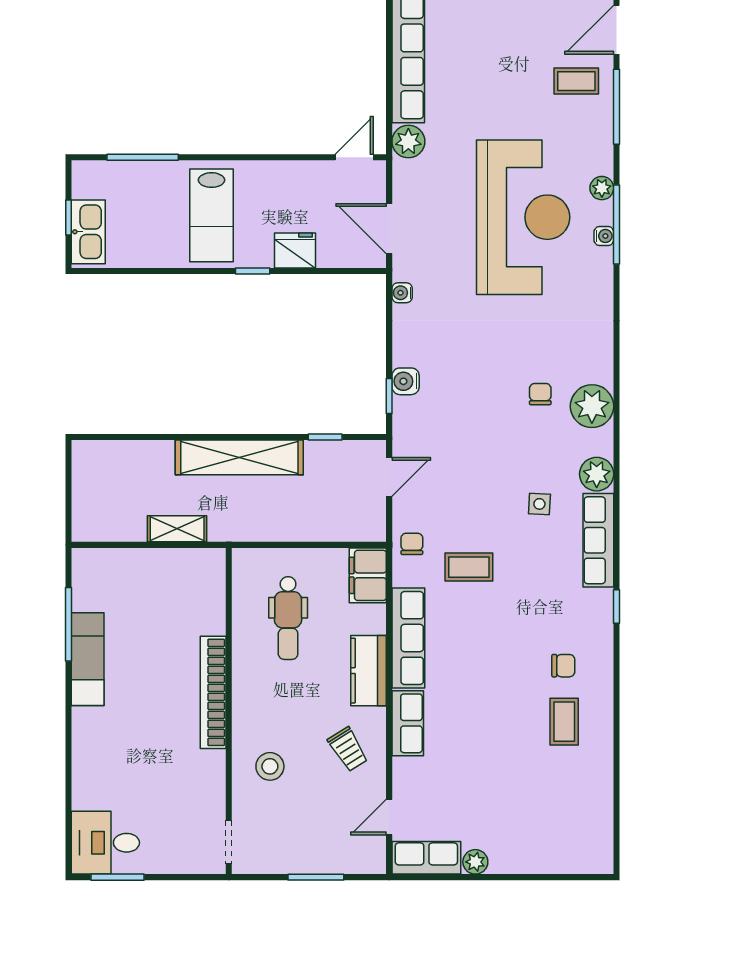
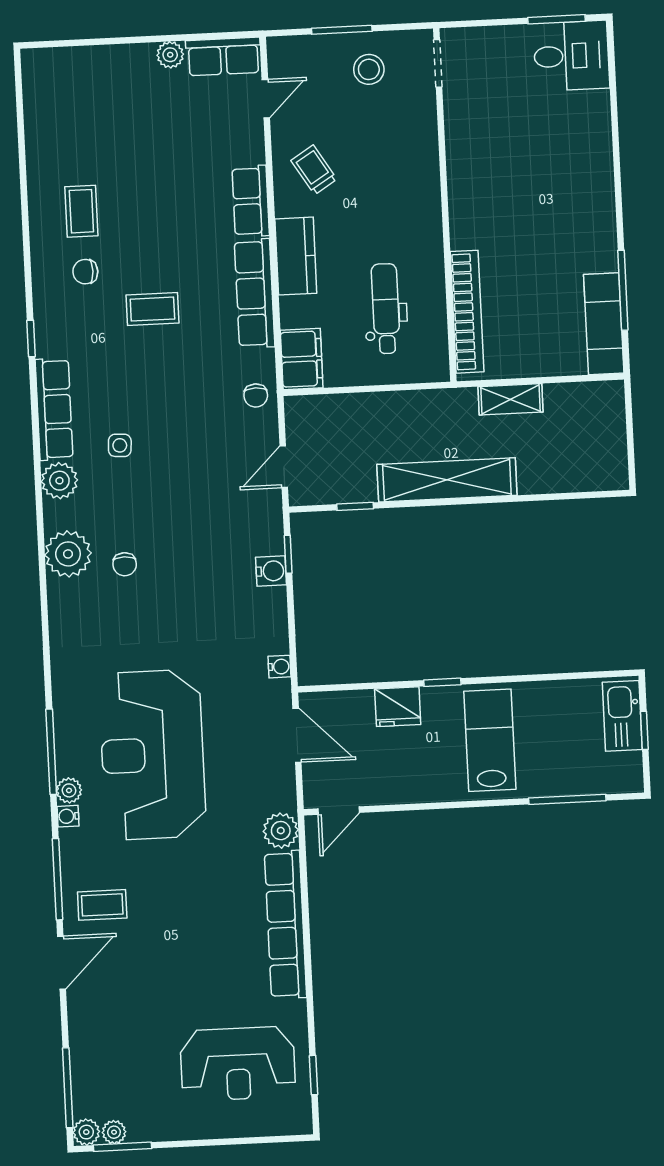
water cooler: (604, 236) -> (68, 816), moved
coffee table: (469, 567) -> (152, 309), moved
exam couch: (88, 659) -> (604, 324), moved
bookcase: (213, 692) -> (467, 312), moved
stool: (270, 766) -> (369, 69), moved

